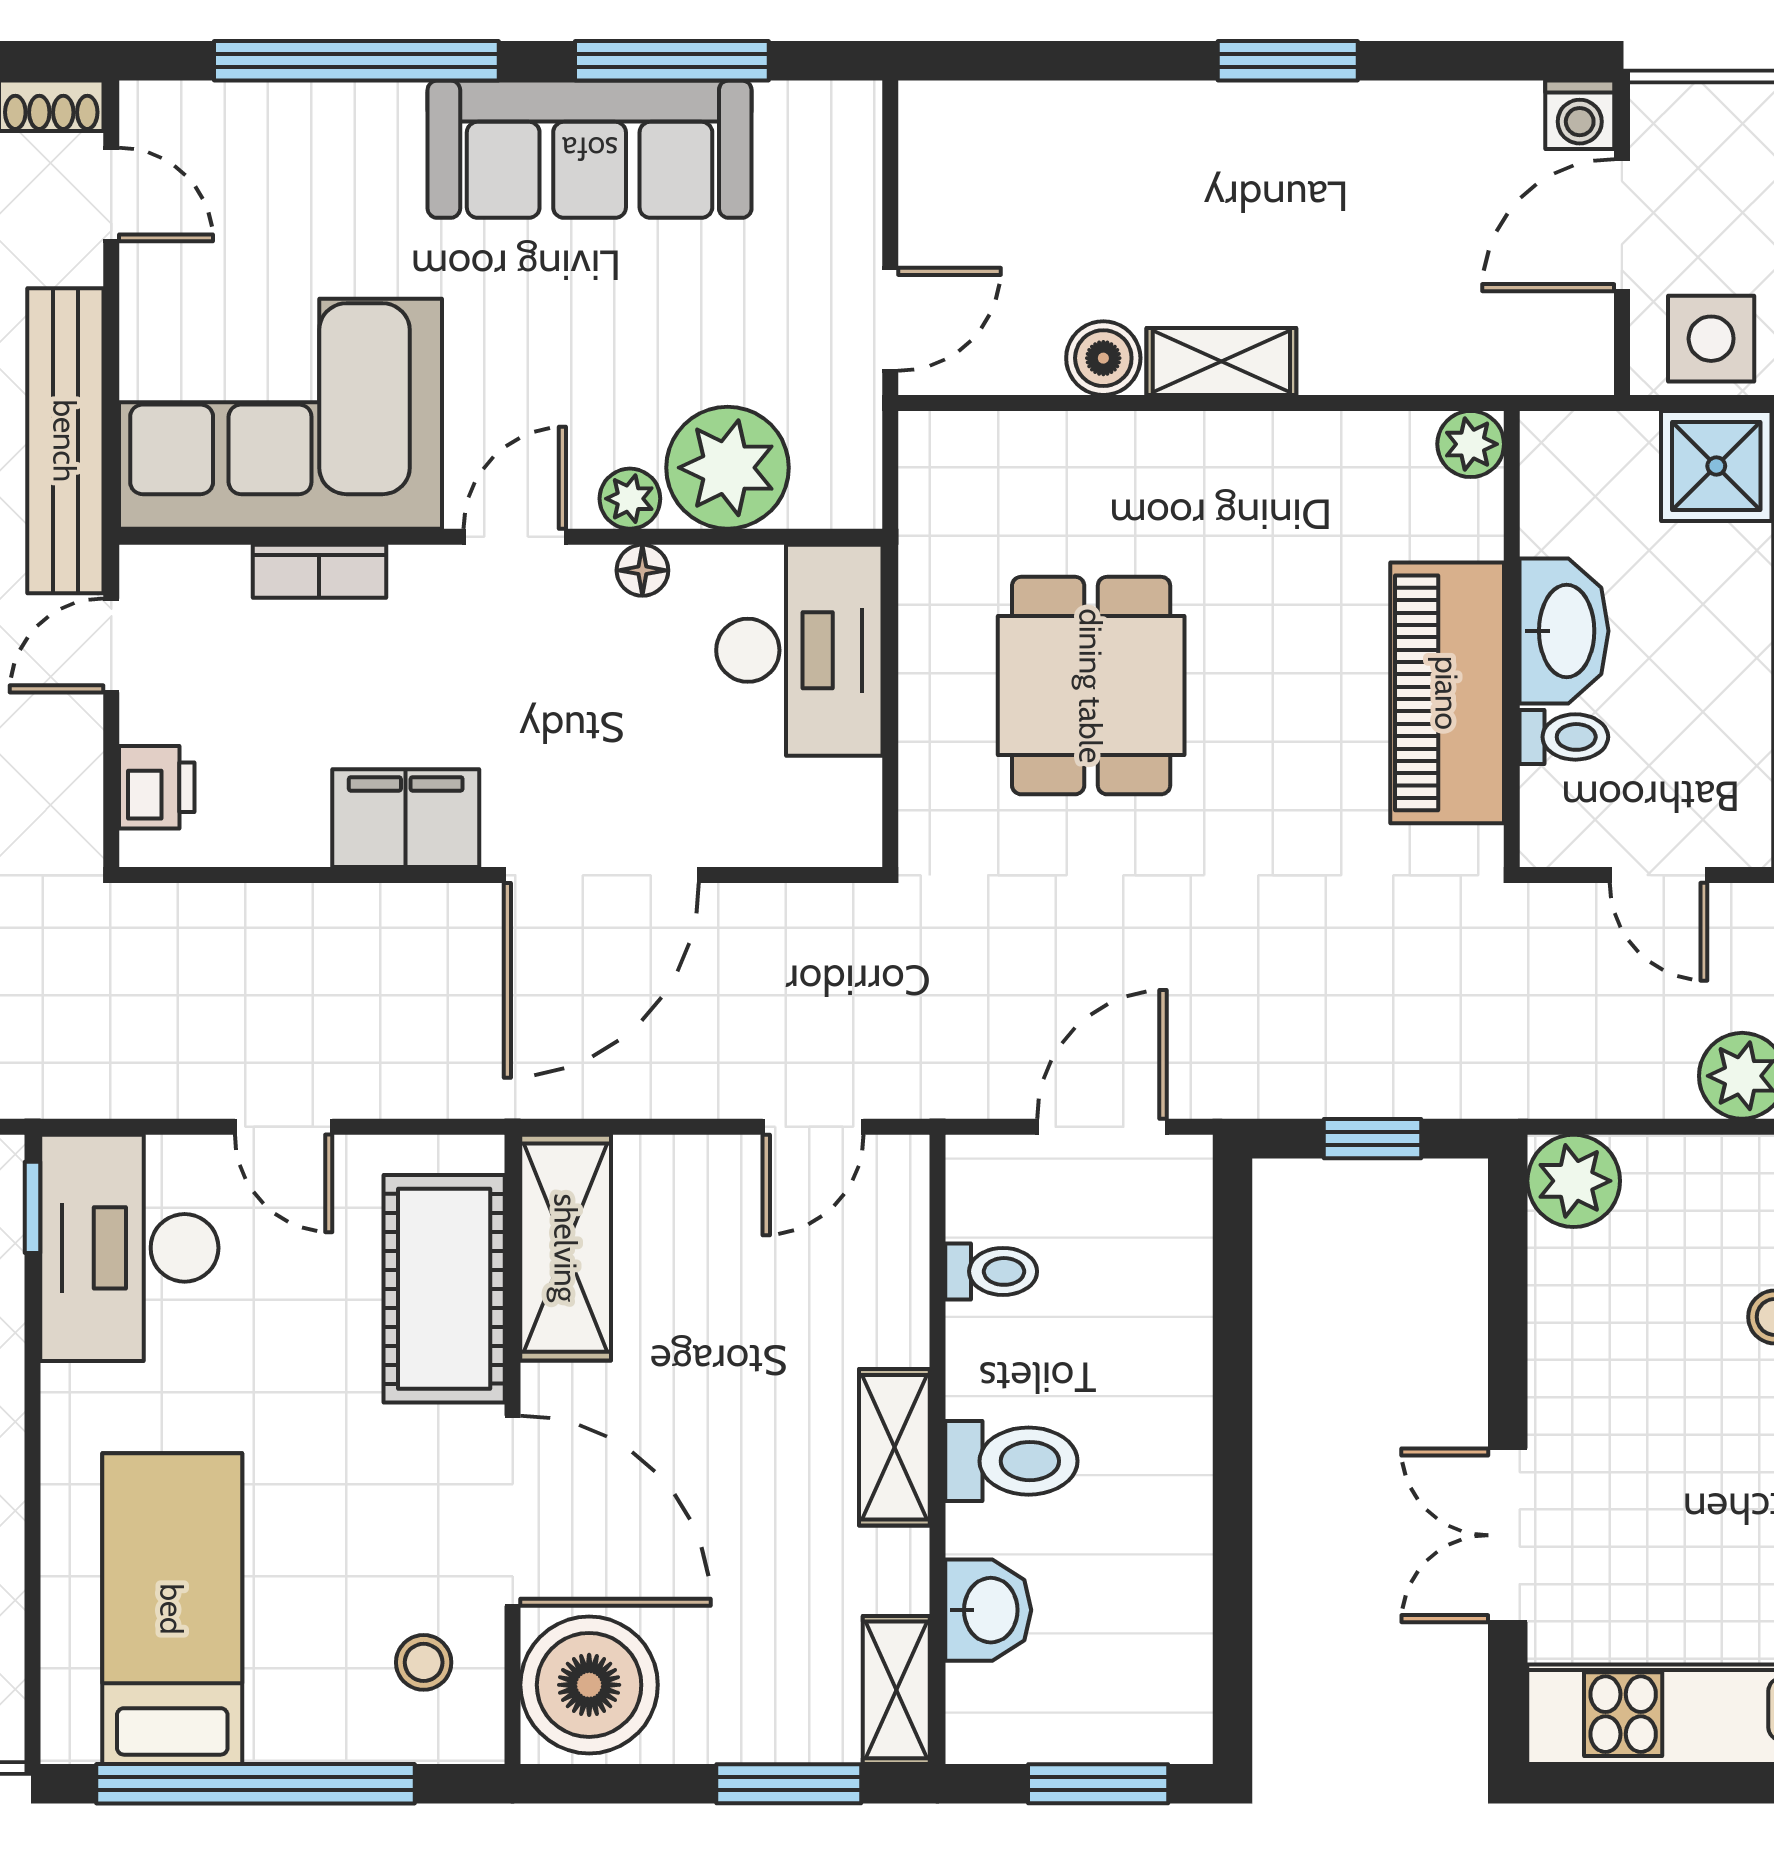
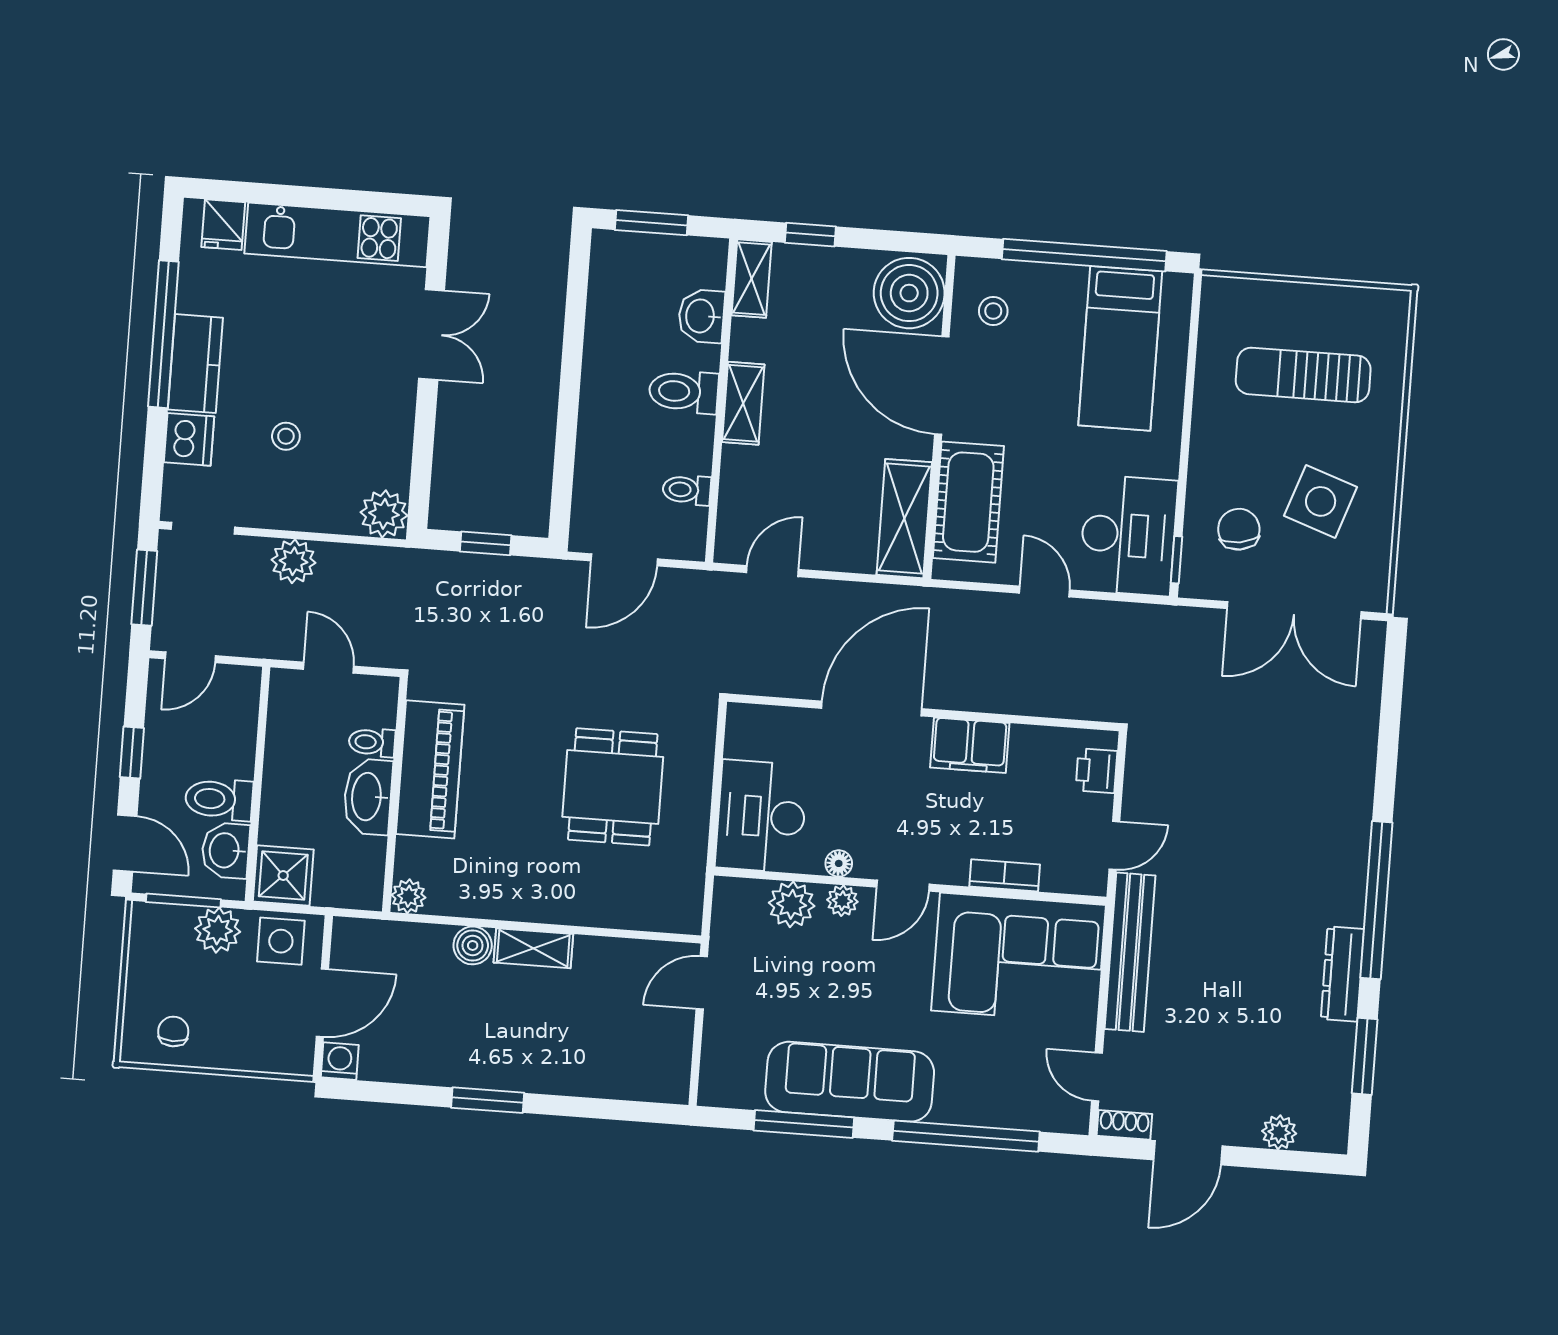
boiler: (1103, 358) -> (473, 945), moved
plant: (728, 468) -> (792, 904), width x0.73, depth x0.73
window: (789, 1784) -> (810, 235), width x0.67

